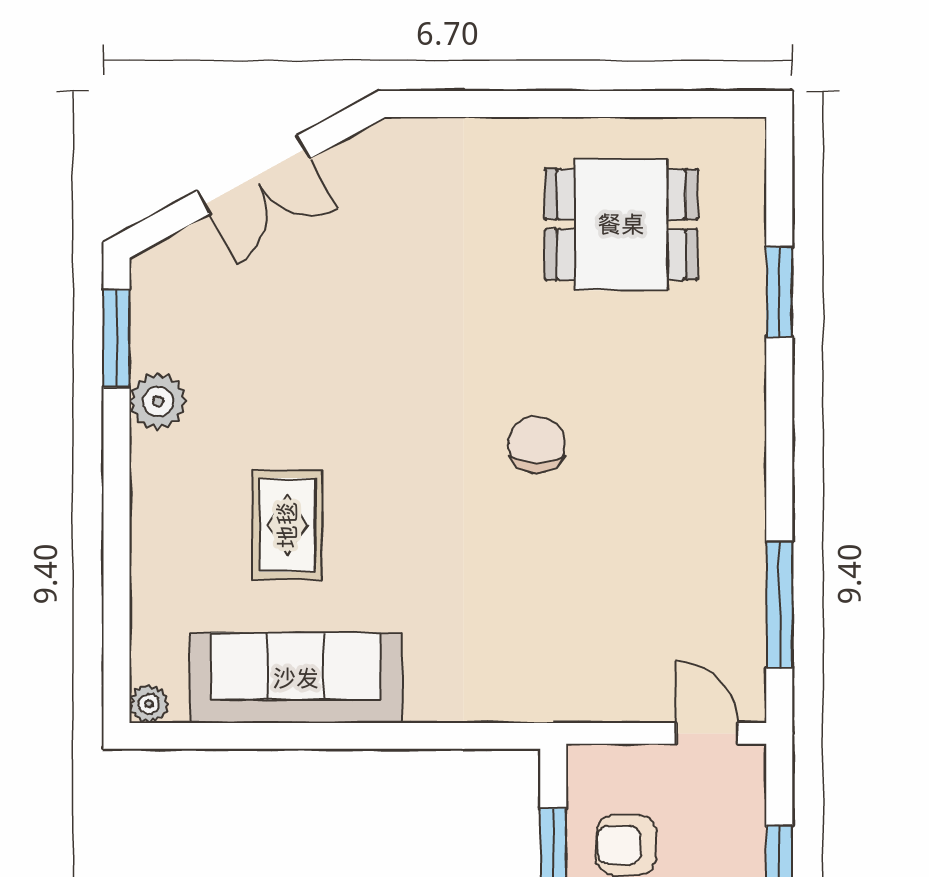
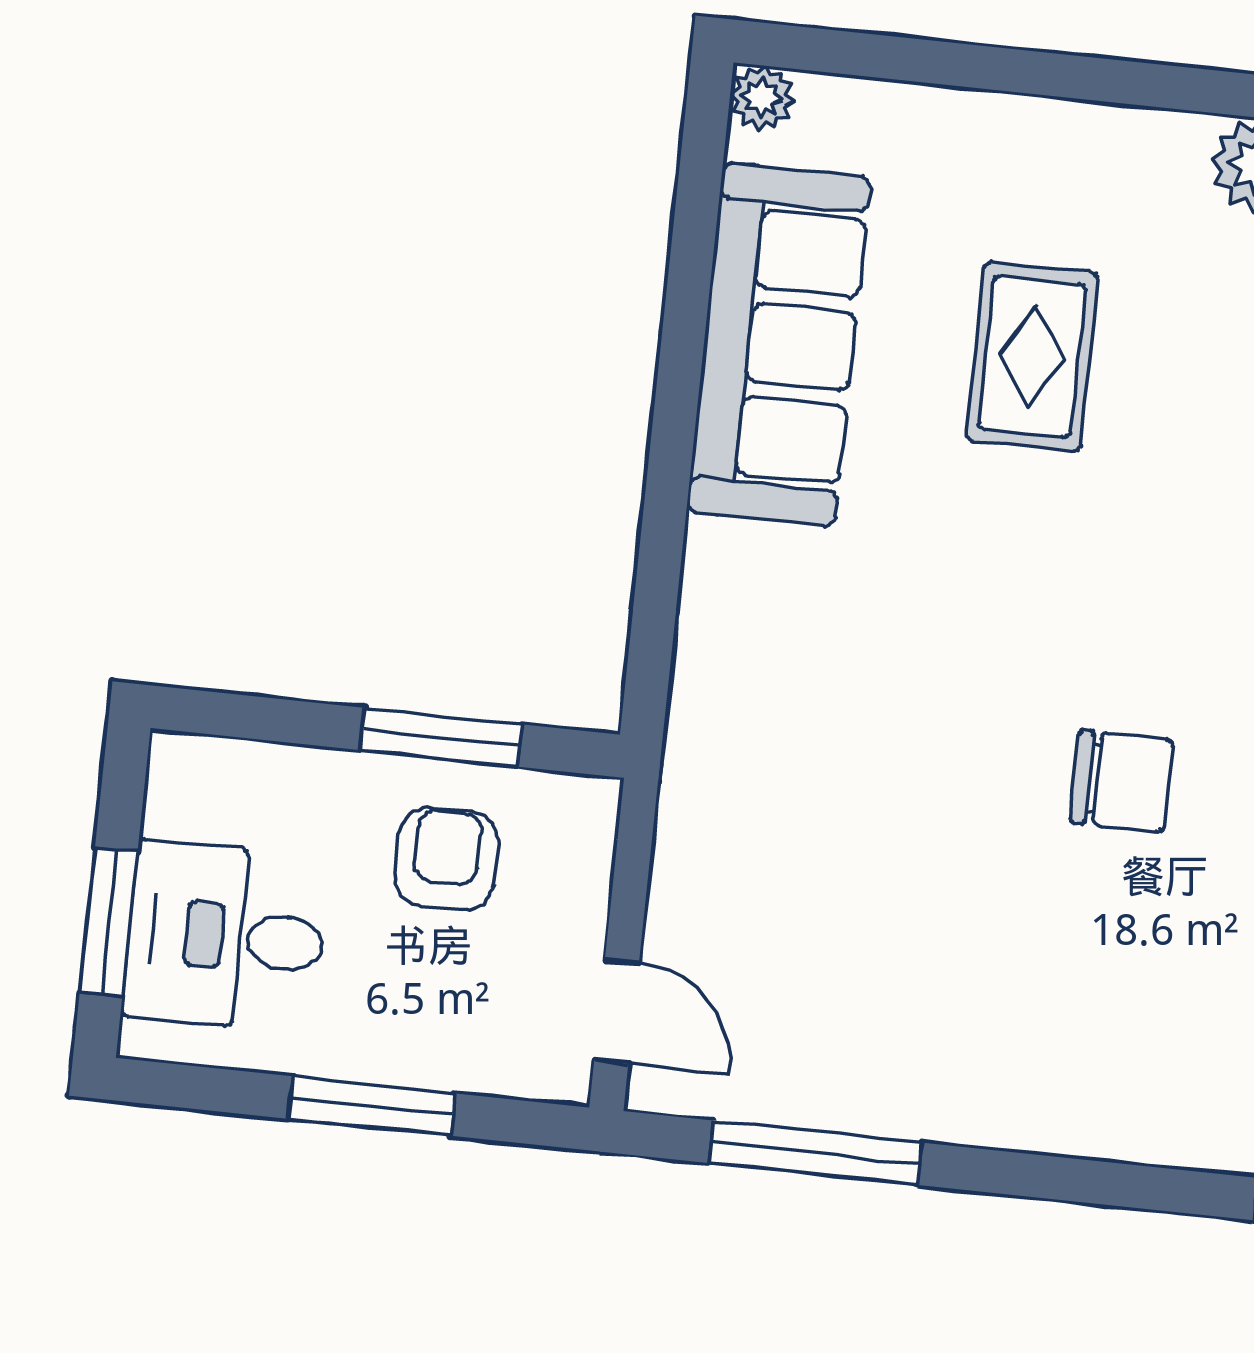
rug: (287, 525) -> (1032, 357), turned 90
door: (707, 733) -> (617, 1011), hinge flipped

